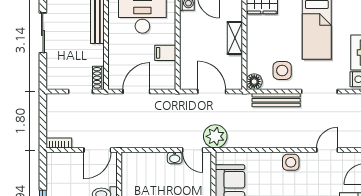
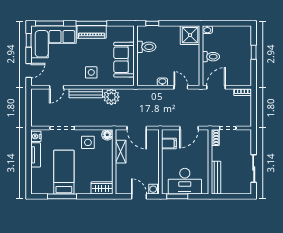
shelving: (235, 38) -> (121, 152), moved
filing cabinet: (165, 53) -> (169, 144), moved
bench: (276, 100) -> (86, 93), moved
plant: (215, 136) -> (111, 97), moved
door: (193, 150) -> (181, 87), moved
side table: (291, 162) -> (91, 72), moved

